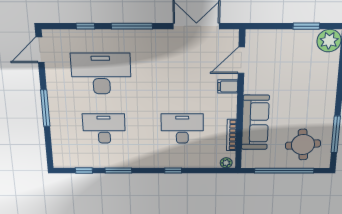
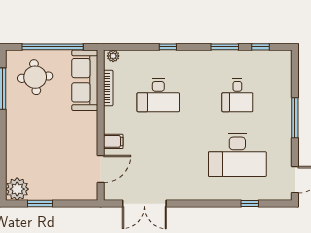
window: (132, 26) -> (206, 204), removed
sofa: (255, 123) -> (85, 80), moved
desk: (104, 129) -> (237, 95), width x0.73

